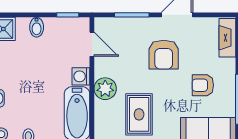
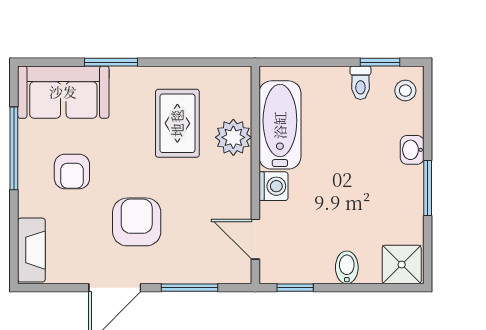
armchair: (203, 85) -> (72, 172), turned 90
plant: (105, 89) -> (233, 137), moved

